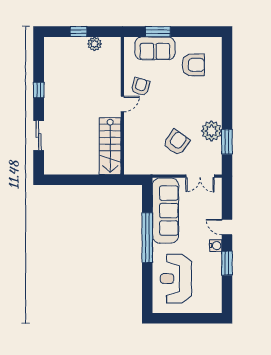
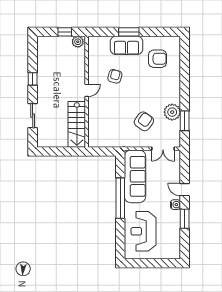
door: (122, 104) -> (87, 90), moved
wall: (122, 106) -> (87, 92), moved
stairs: (110, 146) -> (77, 124), moved

